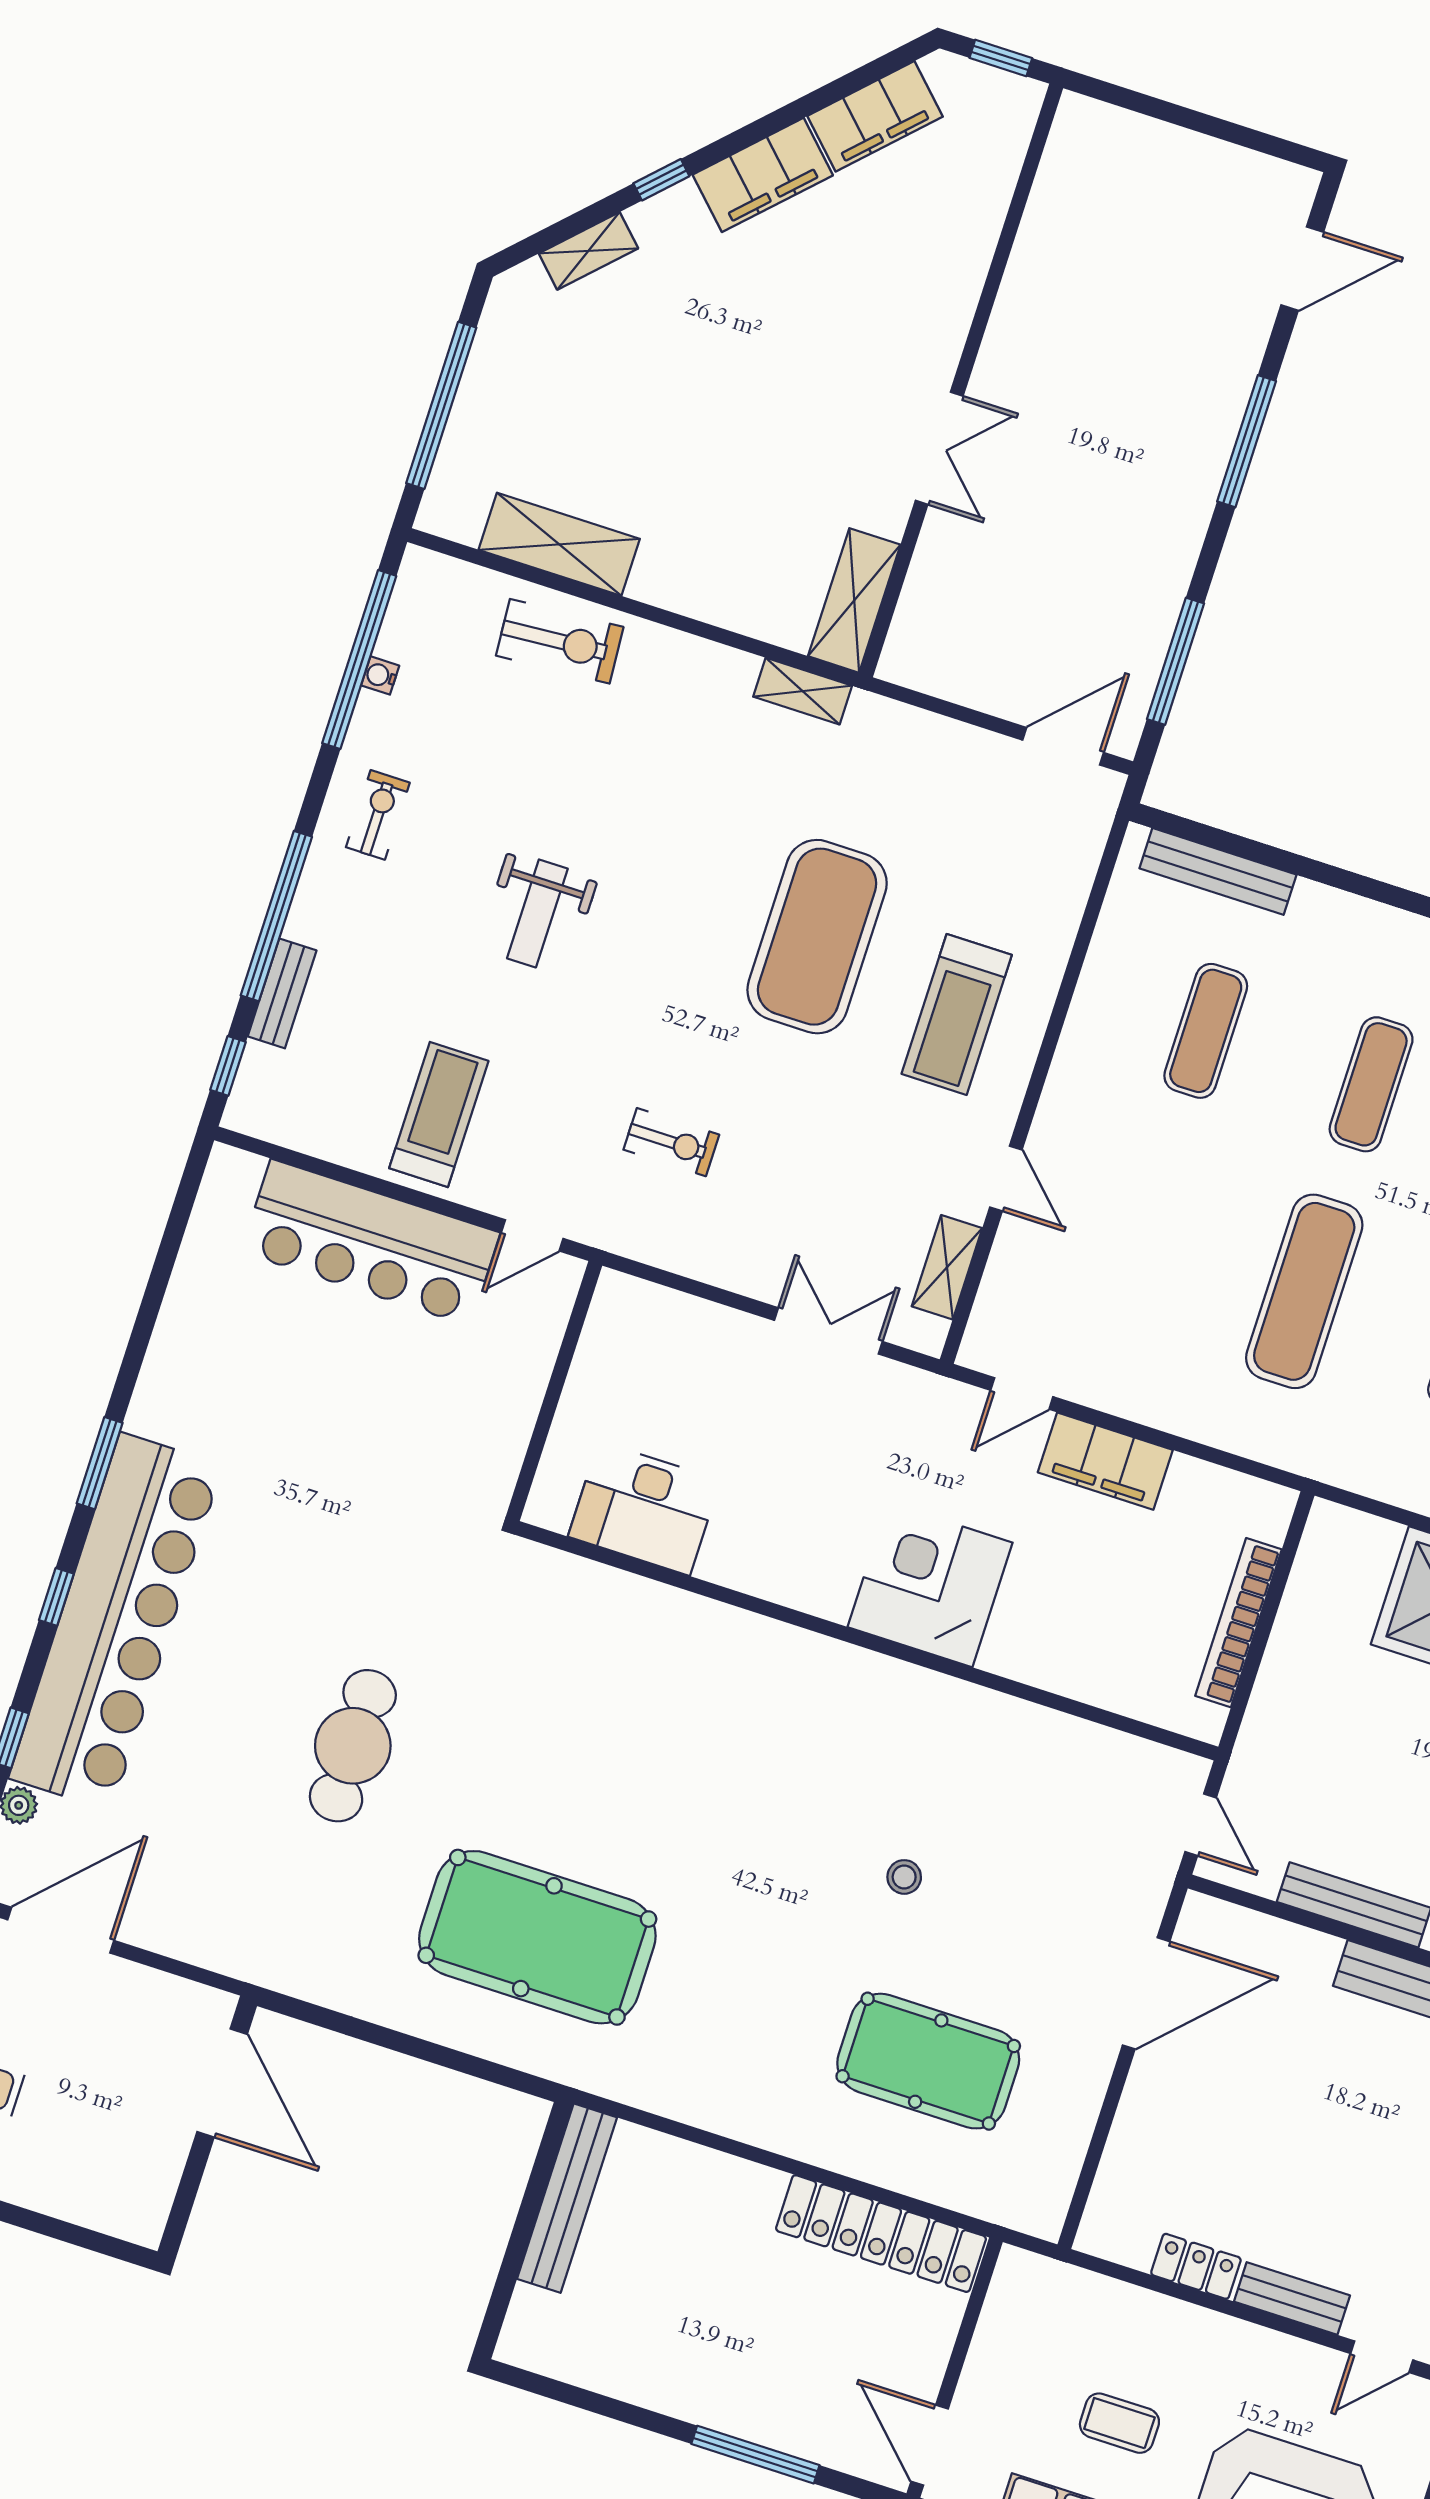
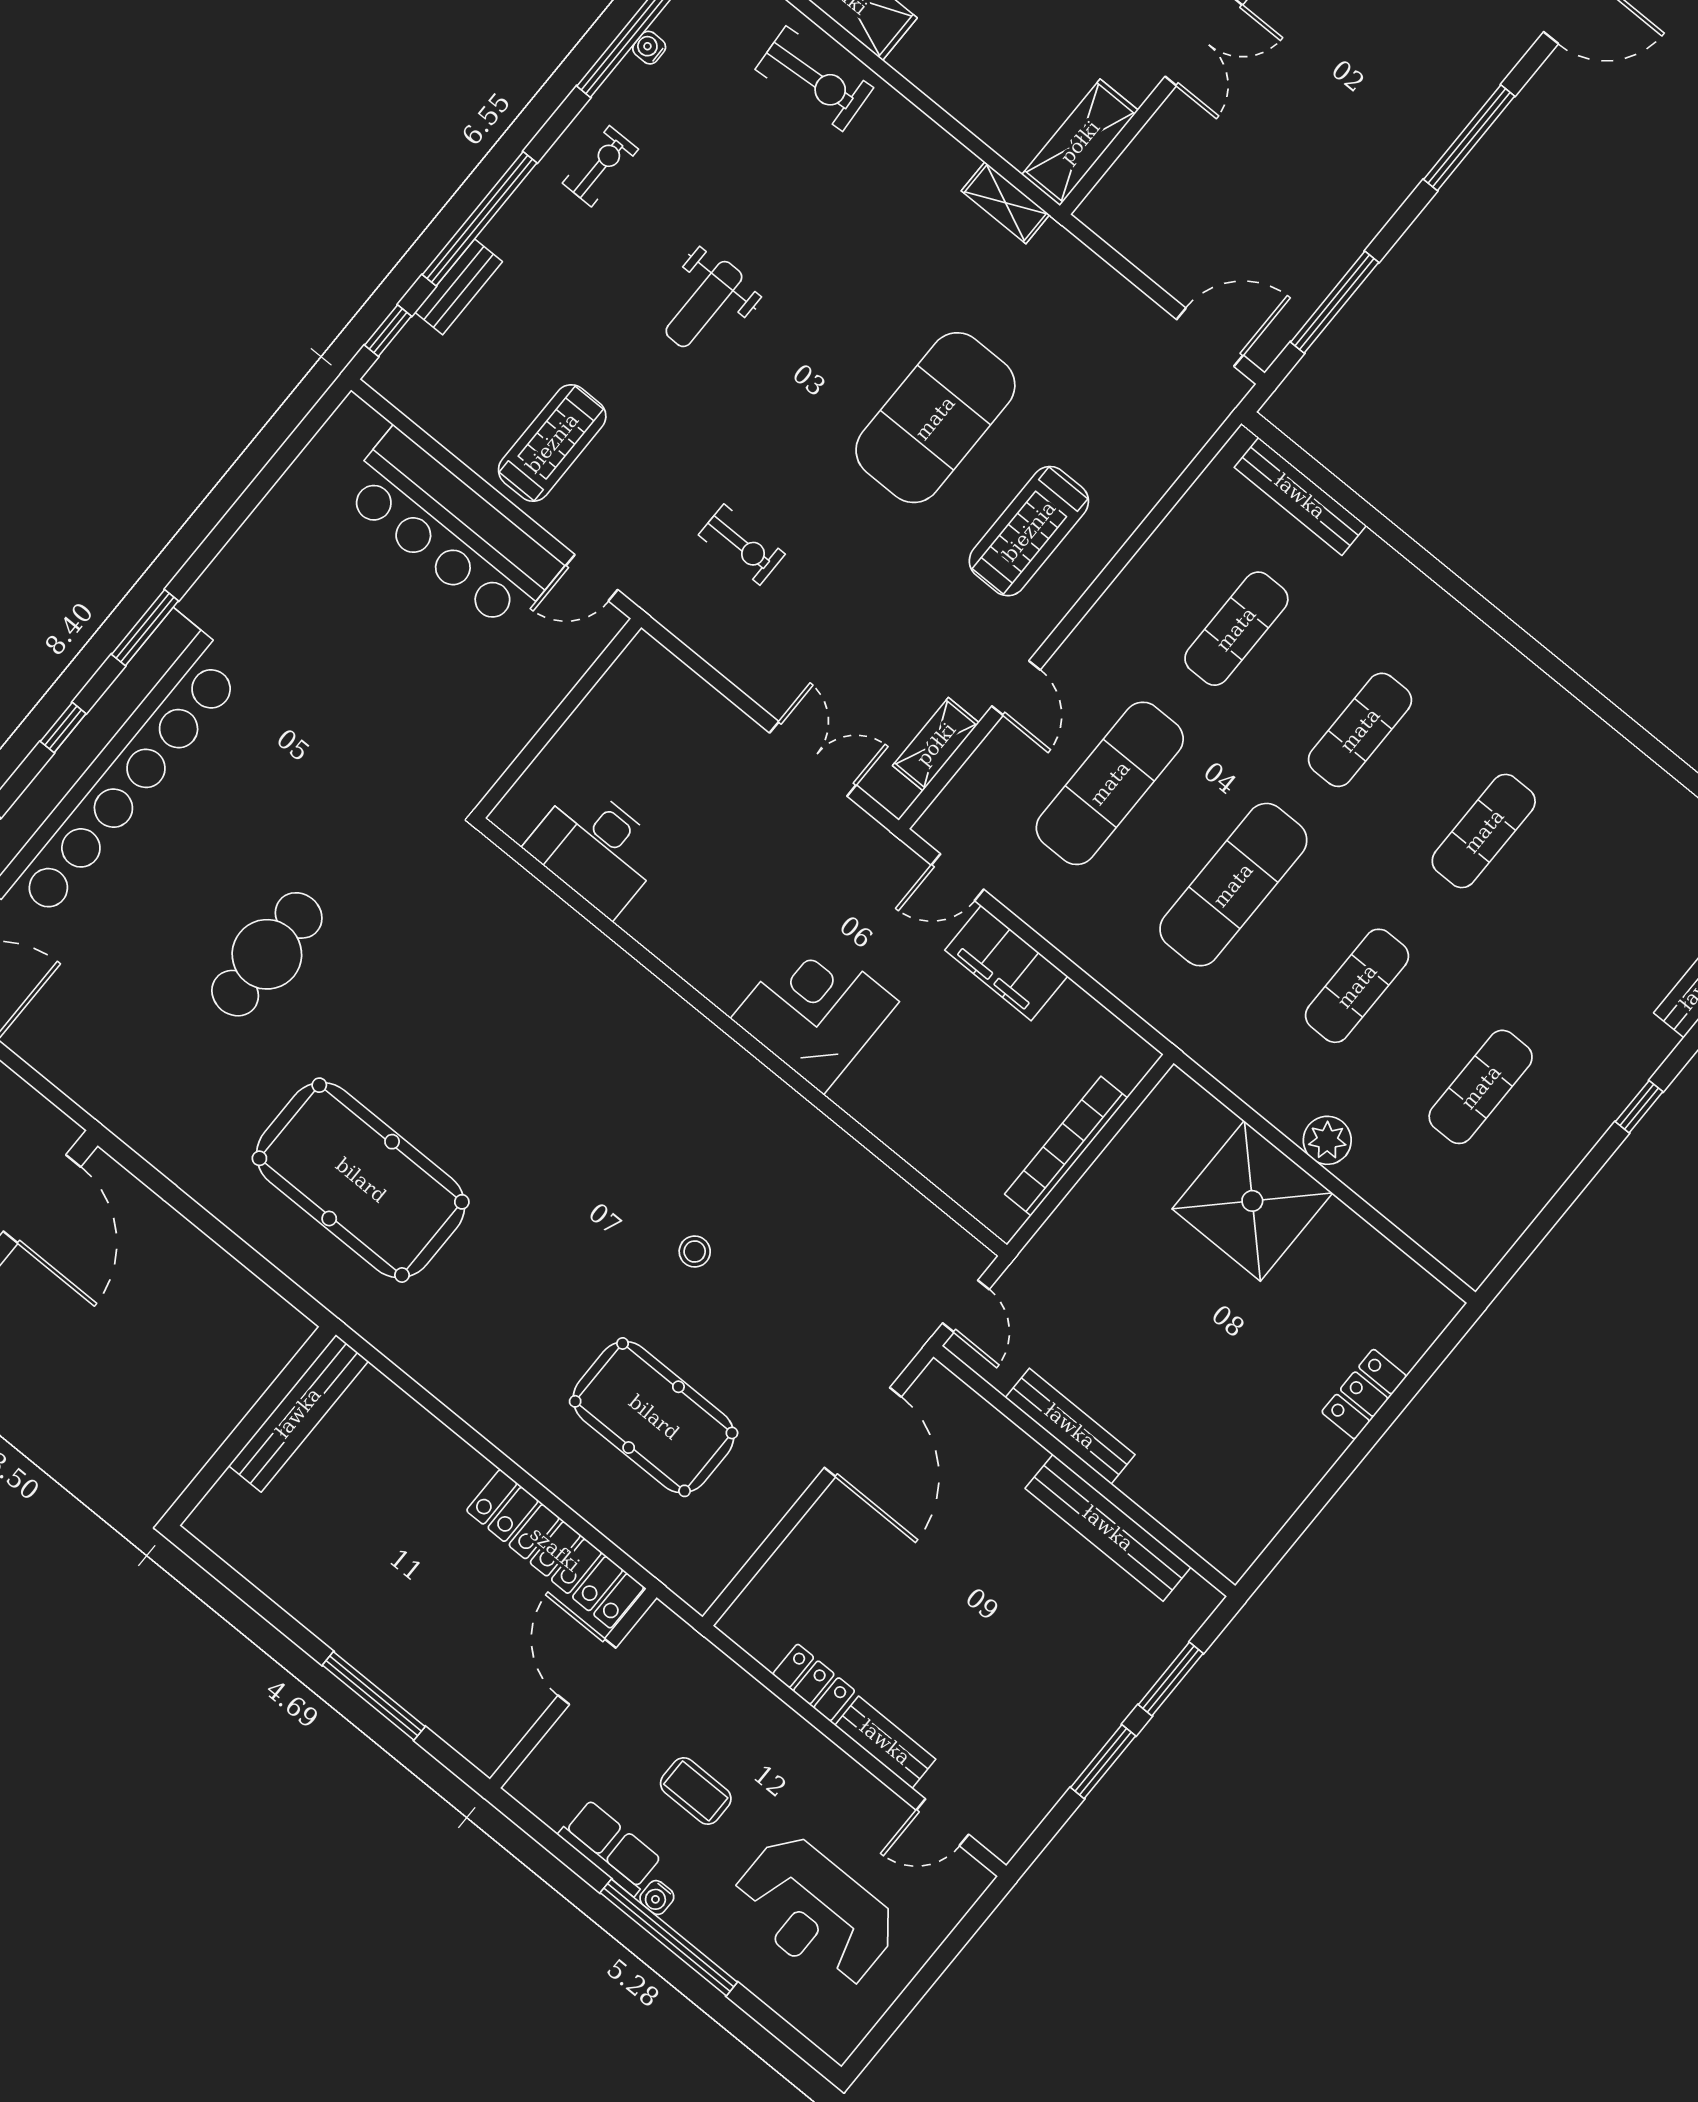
exercise mat: (1139, 1238) -> (1110, 783), added
door: (1146, 1993) -> (863, 1432), hinge flipped
door: (930, 2445) -> (587, 1672), moved

